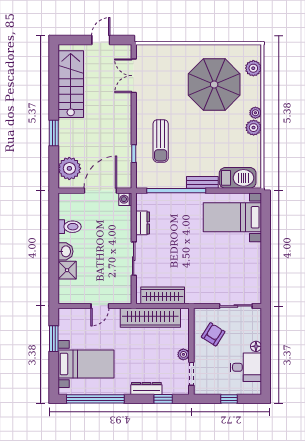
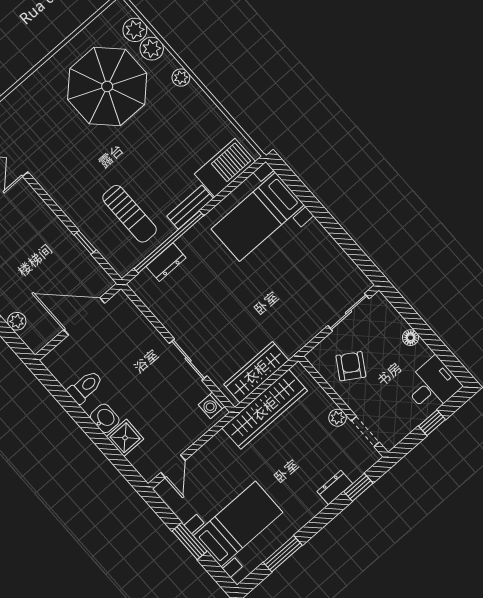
plant: (254, 128) -> (152, 49), moved
sun lounger: (161, 141) -> (130, 214), moved
plant: (69, 168) -> (17, 321), width x0.53, depth x0.53
door: (100, 191) -> (84, 316), hinge flipped
washing machine: (125, 199) -> (212, 405), moved
dresser: (143, 223) -> (166, 262), moved, turned 90
door: (100, 306) -> (173, 466), moved
window: (54, 339) -> (189, 541), moved
desk: (246, 367) -> (432, 385), moved
dresser: (146, 388) -> (335, 487), width x0.70
window: (95, 399) -> (283, 554), width x0.47

